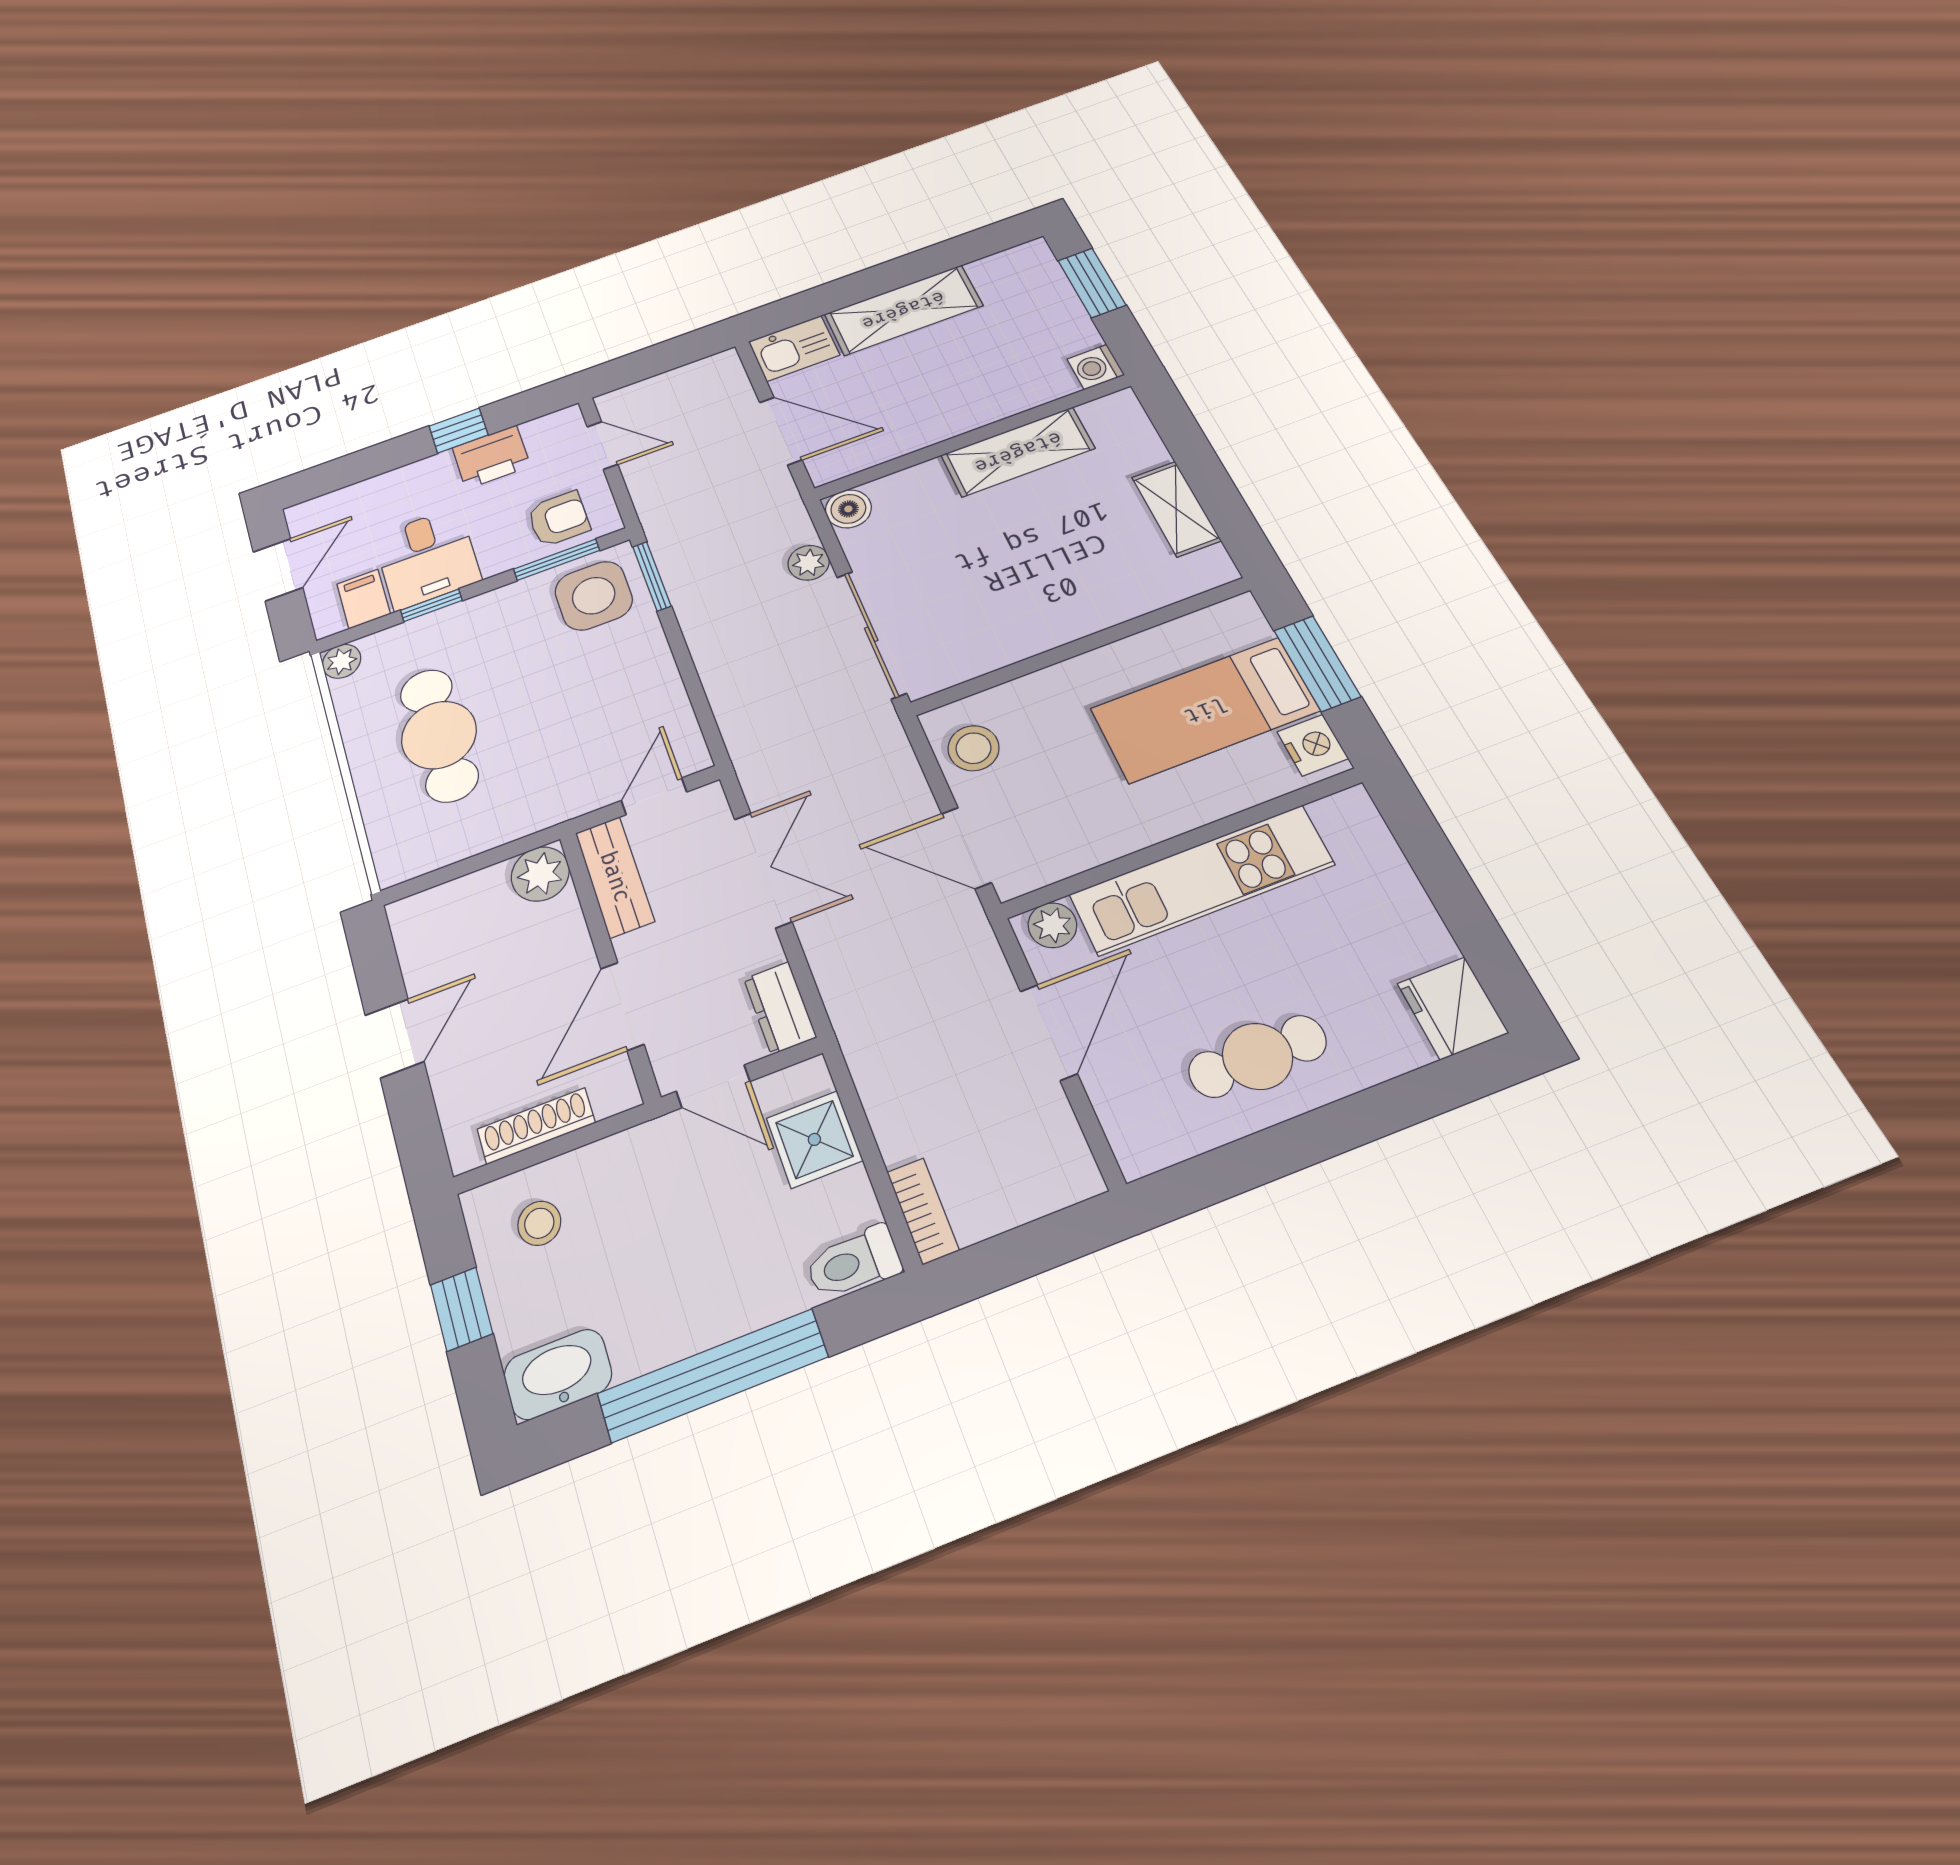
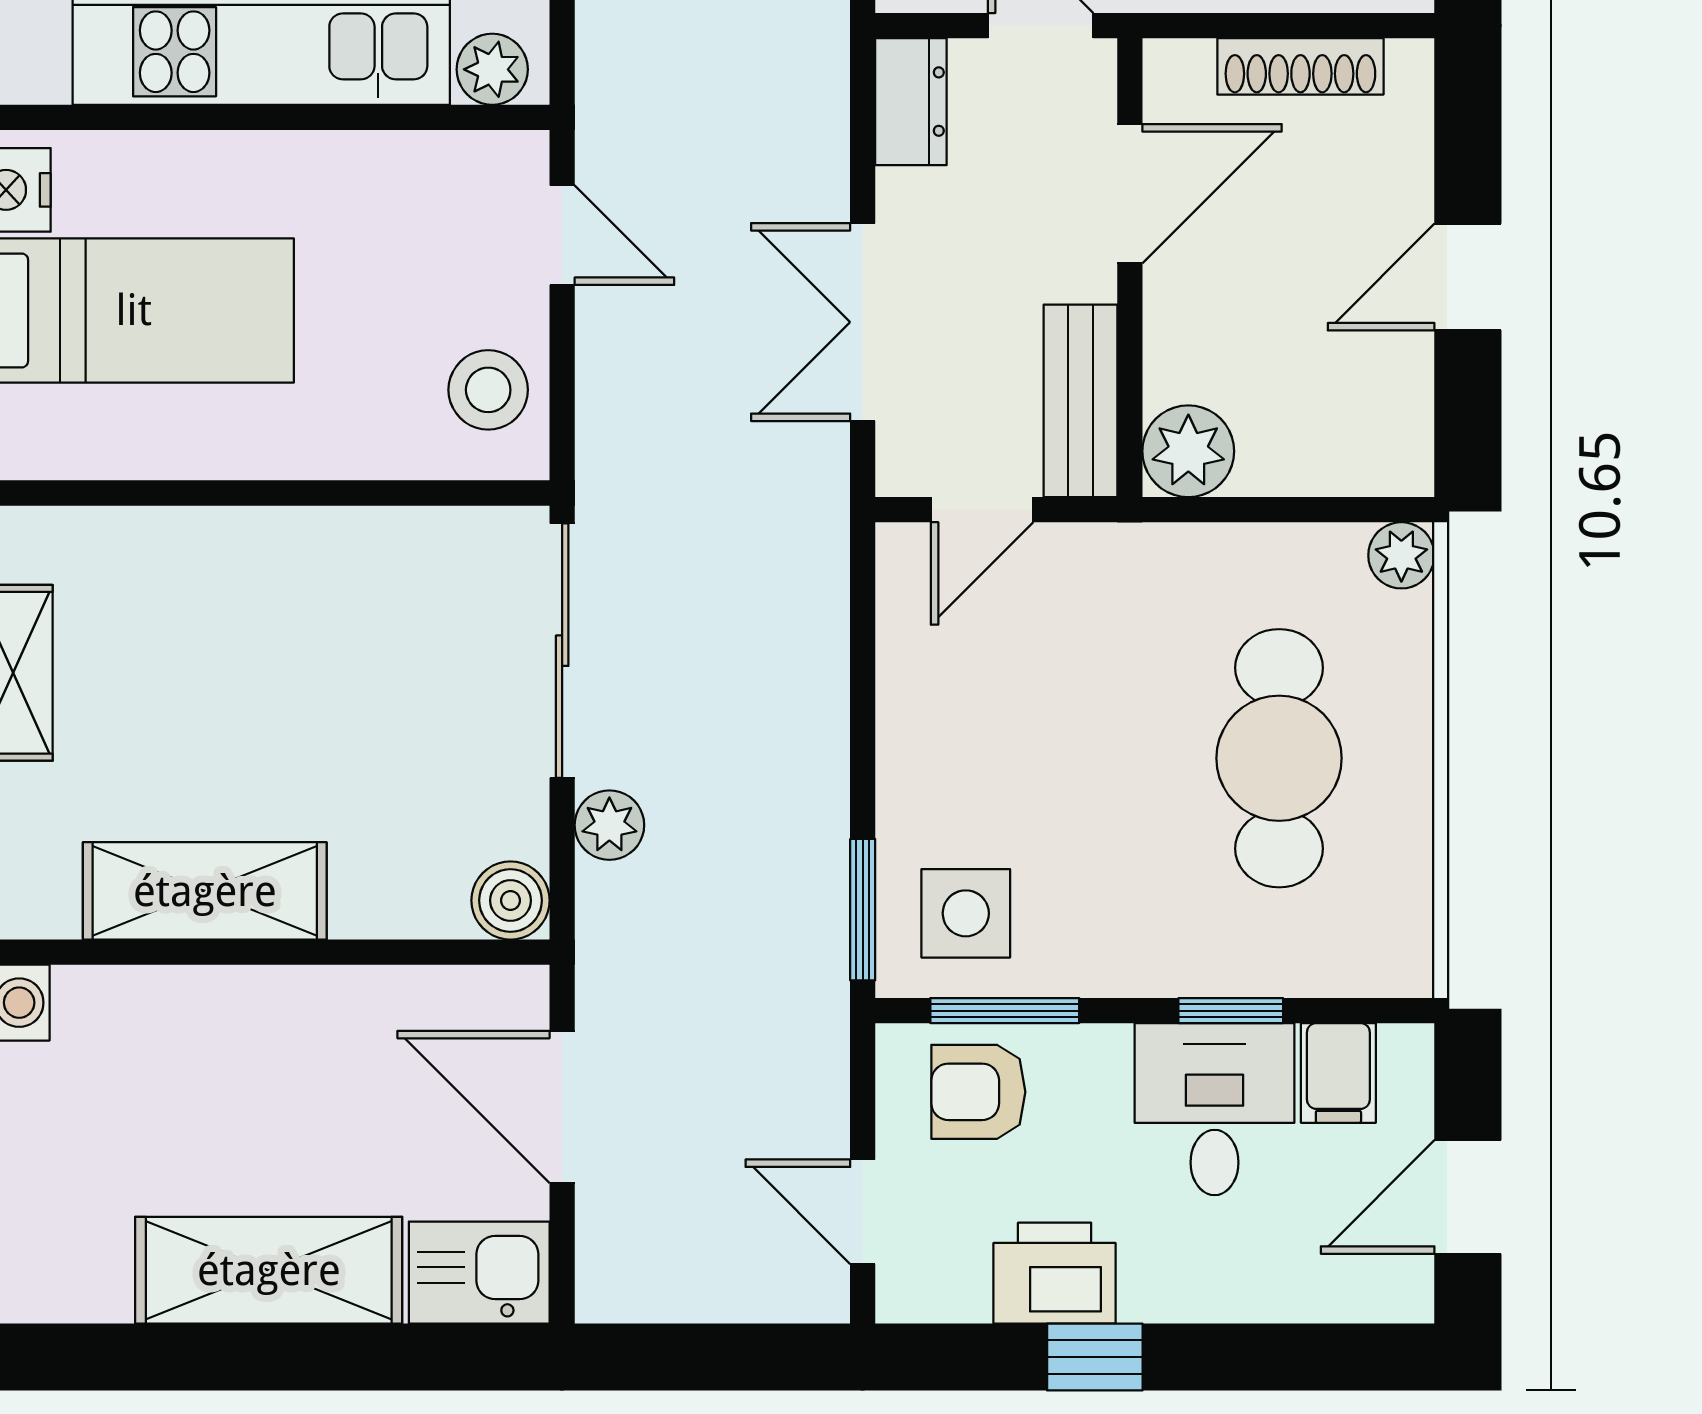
side table: (594, 596) -> (966, 913), width x0.73, depth x0.73
plant: (342, 661) -> (1401, 555), moved
door: (966, 848) -> (562, 235), width x0.73

